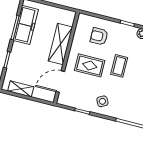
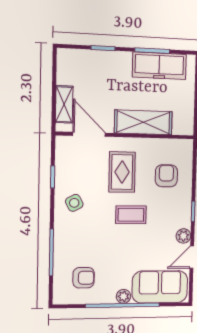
shelving: (21, 89) -> (64, 104), moved

